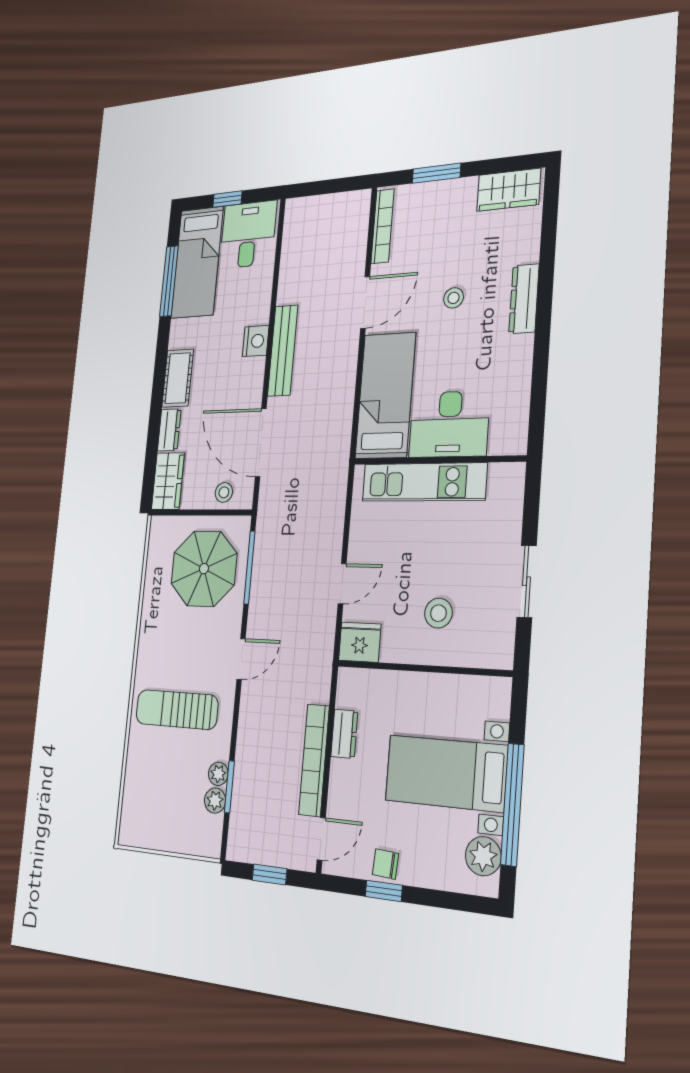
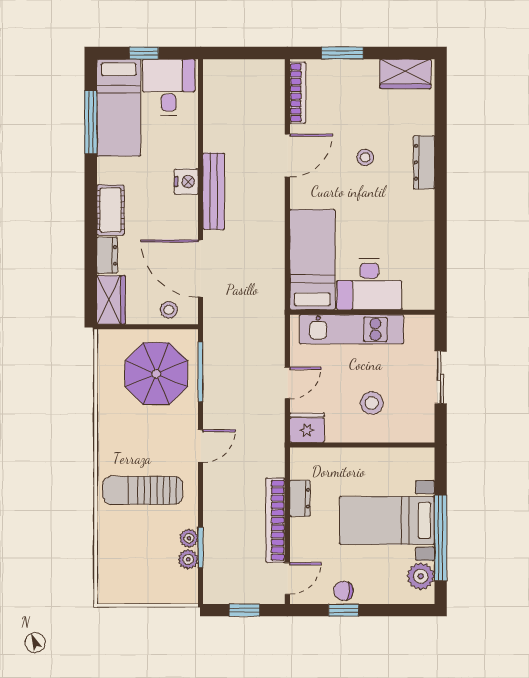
bed: (385, 395) -> (312, 260), moved
desk: (449, 424) -> (369, 284), moved
wall: (438, 460) -> (362, 312), moved
kitchen unit: (424, 482) -> (351, 329), moved

